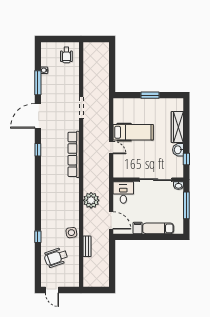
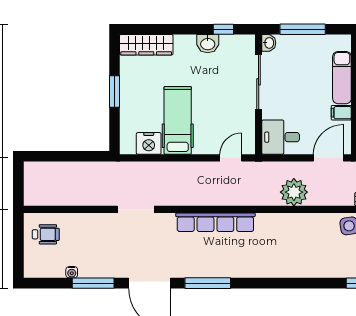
nightstand: (120, 115) -> (149, 143), added
wardrobe: (177, 127) -> (146, 45), moved
door: (111, 148) -> (231, 158), moved
window: (38, 150) -> (208, 283), width x2.17

